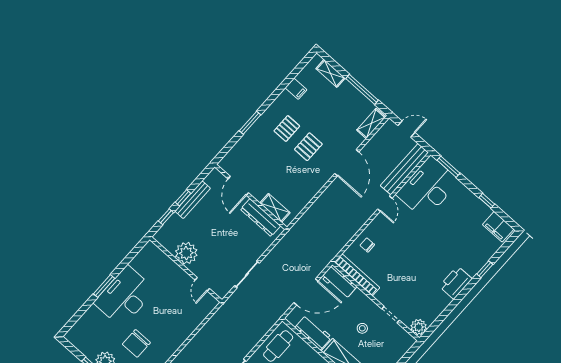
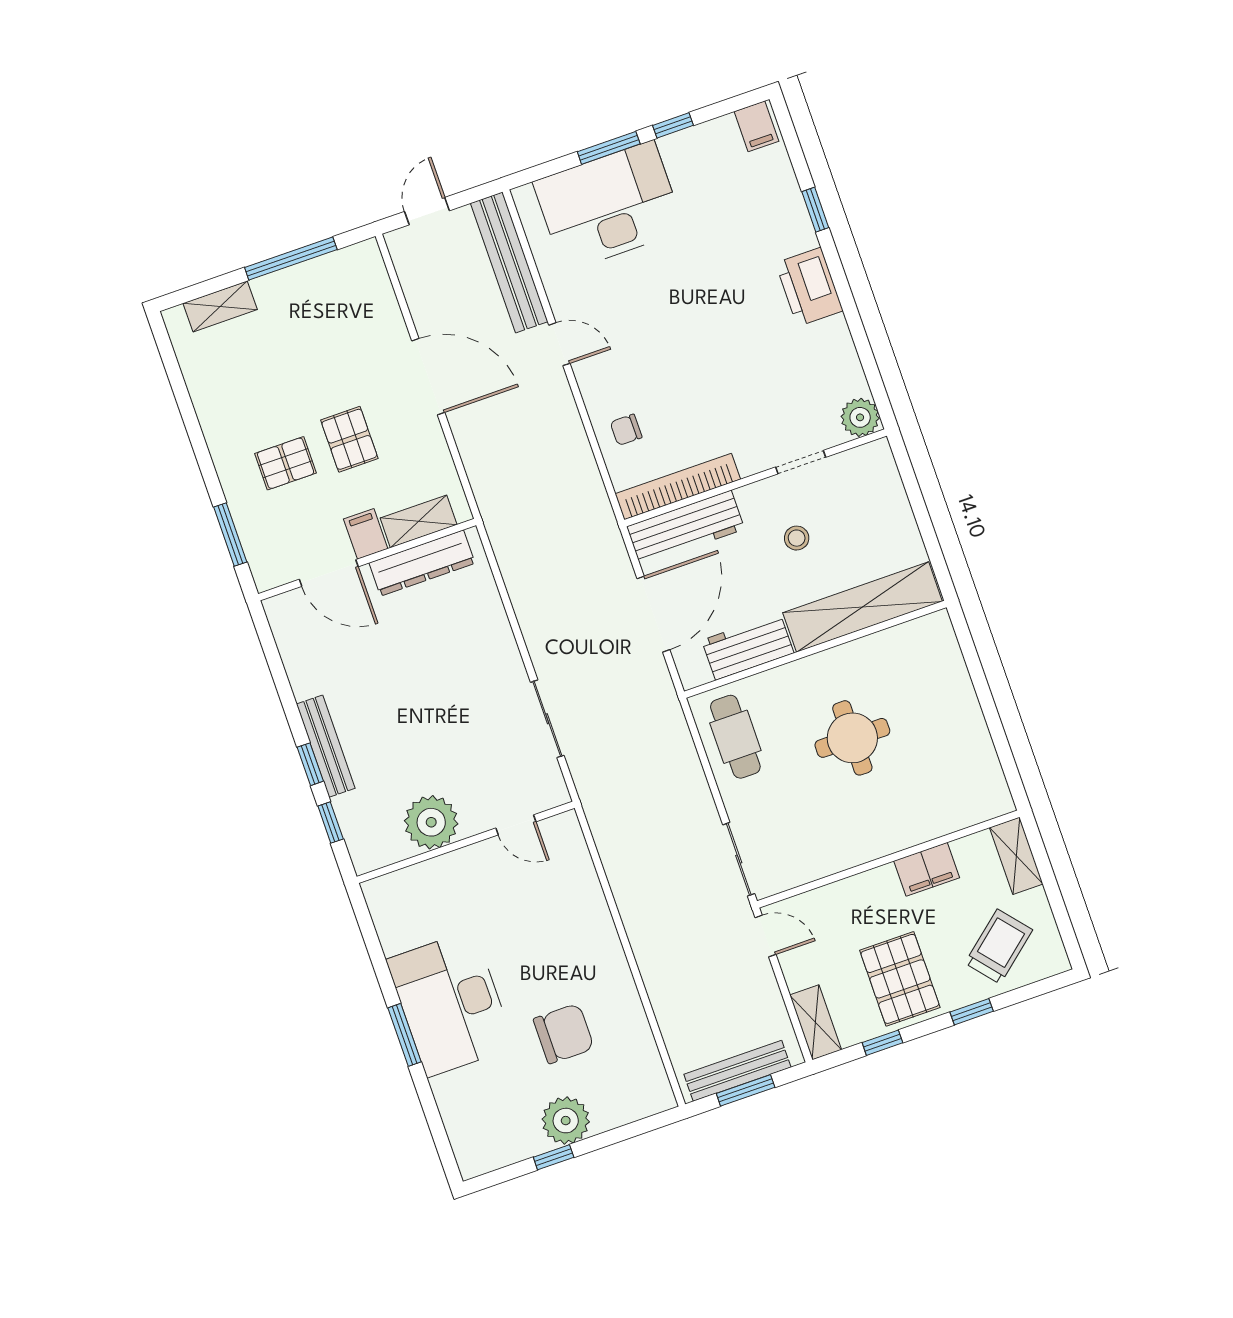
filing cabinet: (296, 89) -> (366, 534), moved, turned -90
shelving: (371, 123) -> (374, 279), removed
pallet: (287, 128) -> (286, 463), turned 90
window: (448, 167) -> (609, 148), moved
door: (238, 186) -> (329, 573), moved
desk: (428, 188) -> (609, 206), moved, turned 90
wall: (251, 197) -> (367, 560), moved
shelving: (275, 208) -> (419, 521), moved
dresser: (261, 218) -> (422, 563), moved
filing cabinet: (498, 227) -> (756, 126), width x0.50
workbench: (339, 282) -> (686, 528), width x1.38
chair: (136, 343) -> (564, 1034), turned -90

